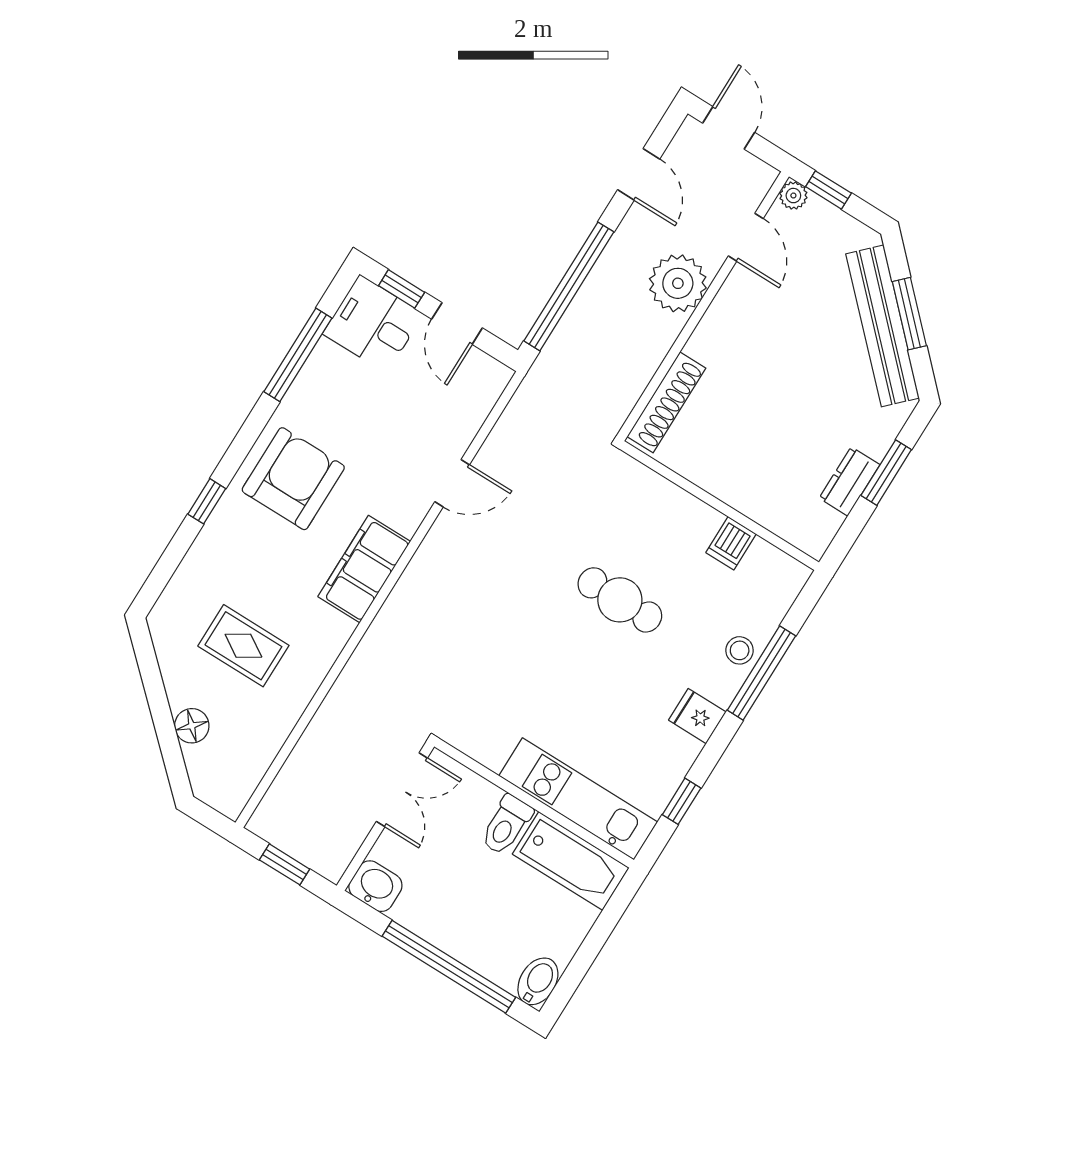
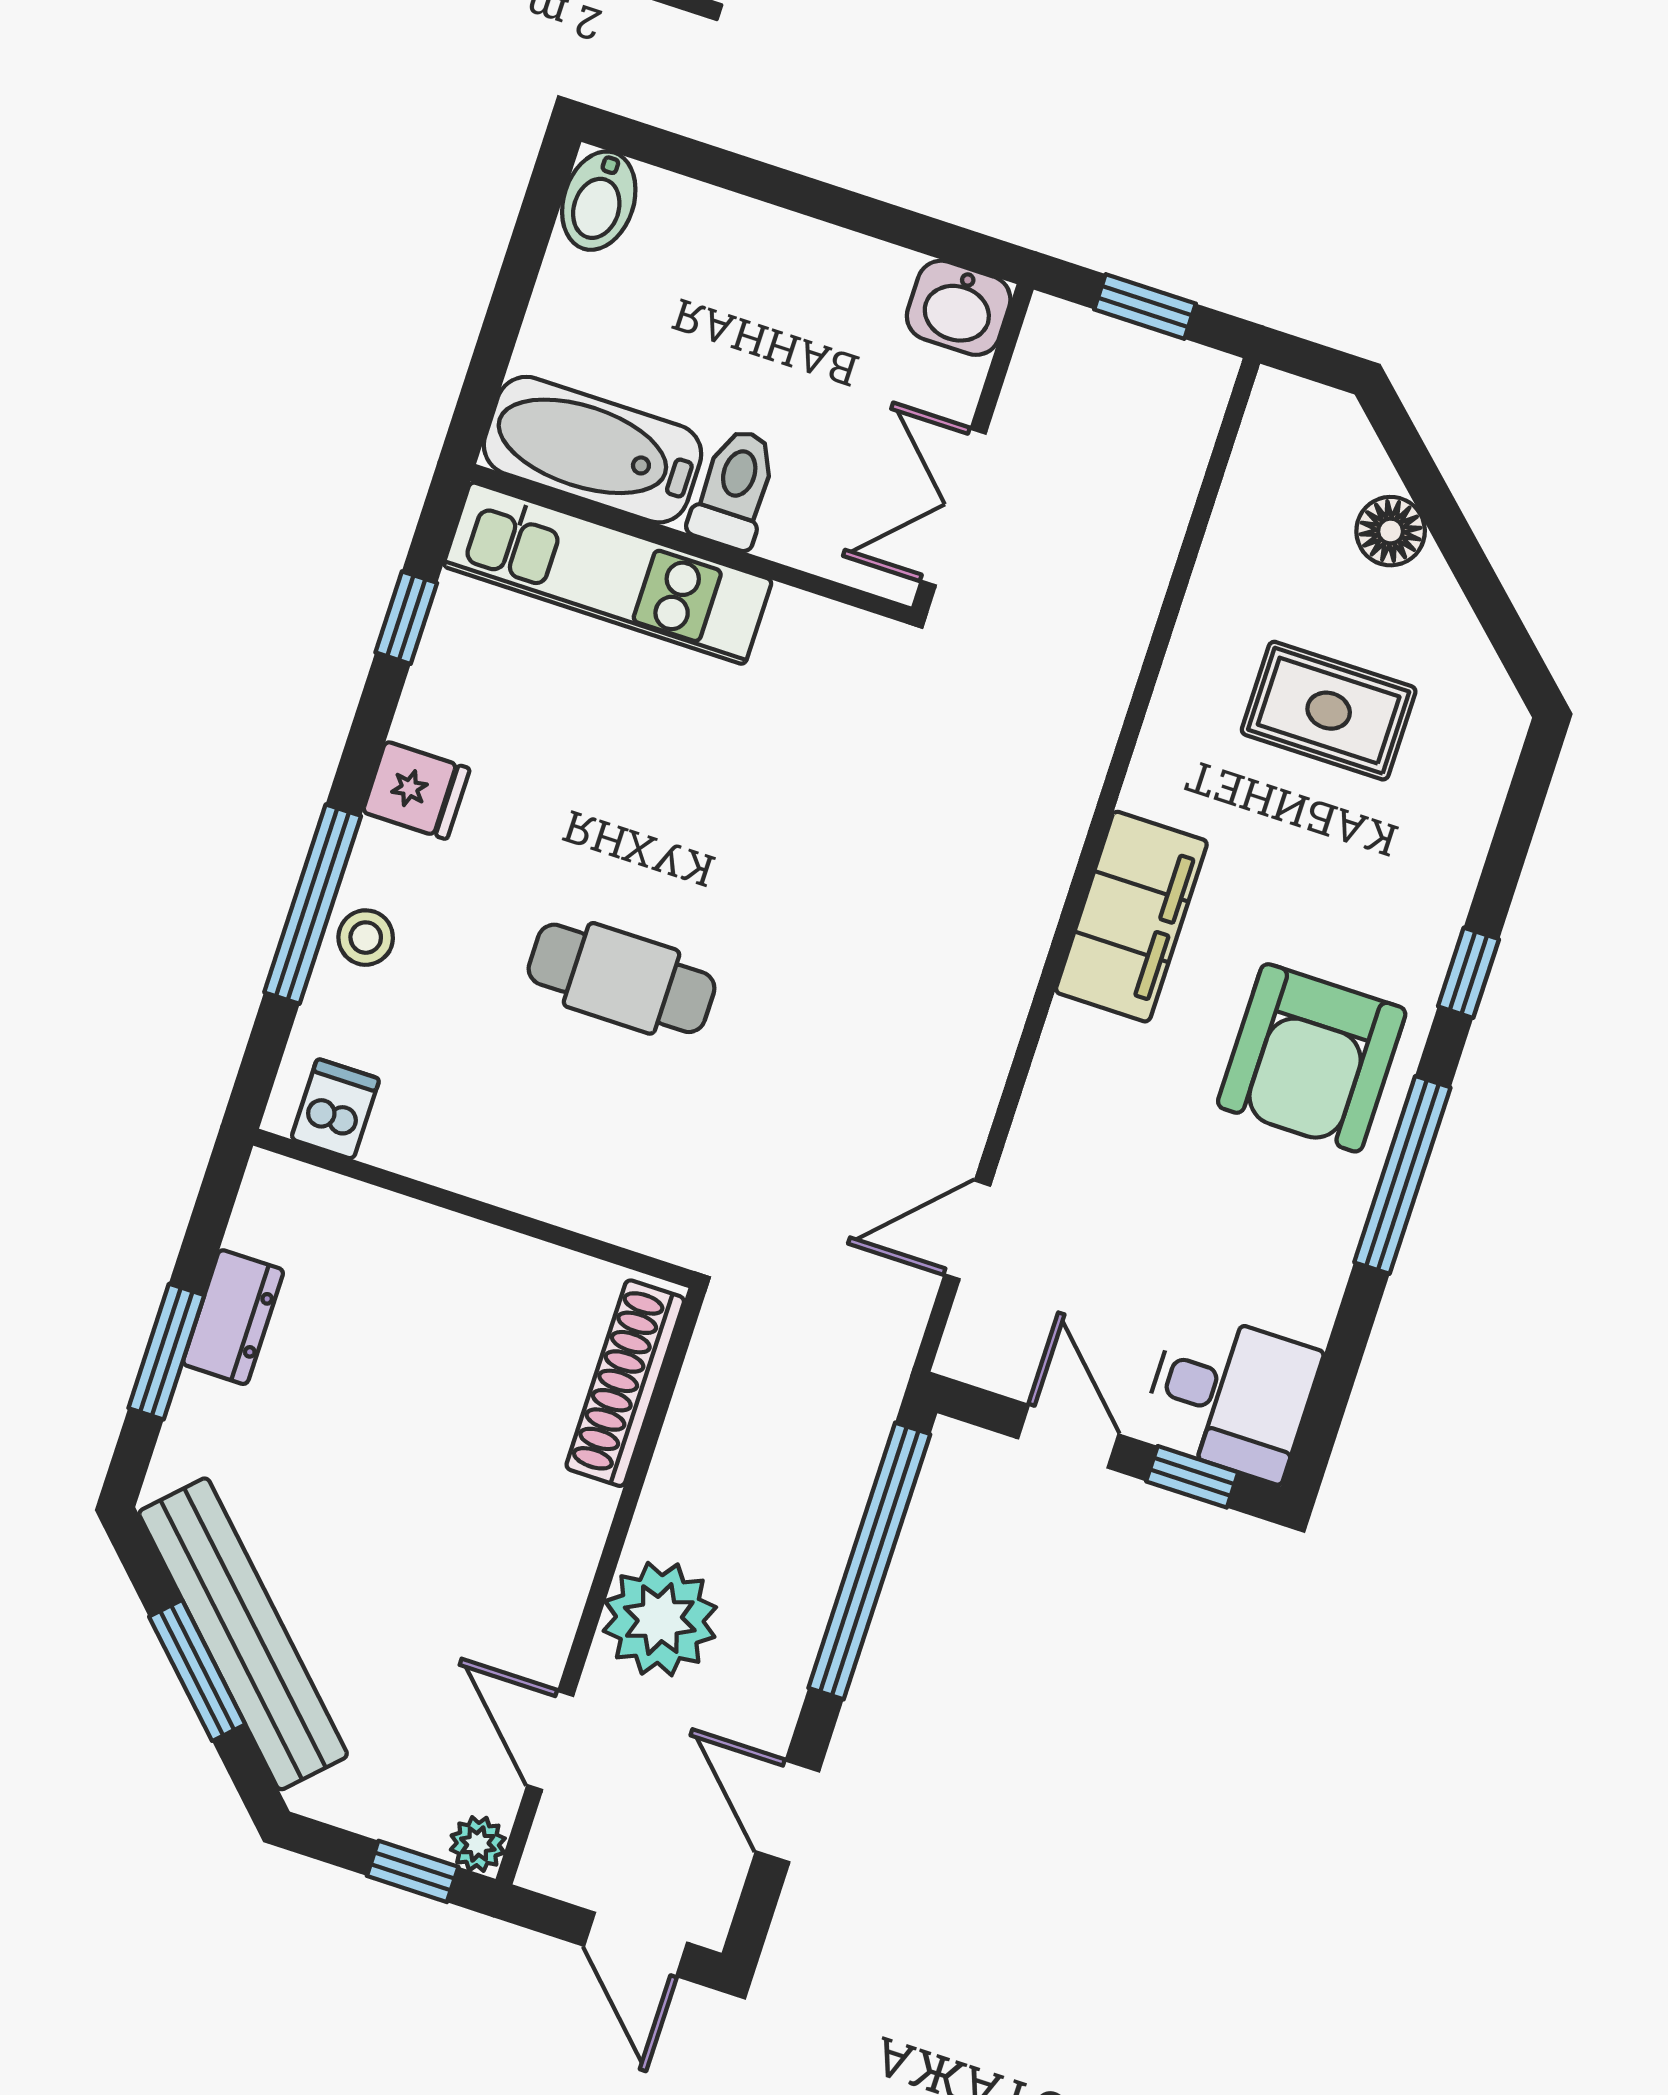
window: (298, 355) -> (1402, 1175), moved
door: (452, 483) -> (967, 1230), moved
dishwasher: (731, 543) -> (335, 1109), moved
window: (449, 967) -> (778, 187), removed

